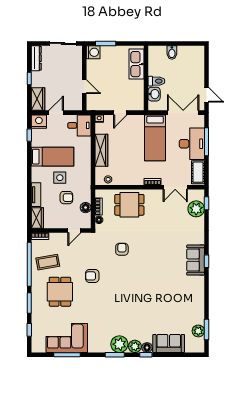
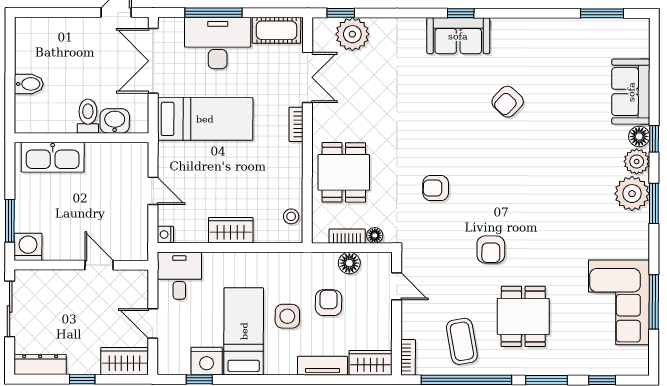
door: (84, 87) -> (99, 265), hinge flipped
nightstand: (39, 122) -> (207, 361), moved, turned -90
wardrobe: (101, 150) -> (231, 230), width x0.67
armchair: (164, 284) -> (508, 102), added
dining table: (60, 292) -> (523, 316), turned 90
plant: (198, 331) -> (605, 30), removed

